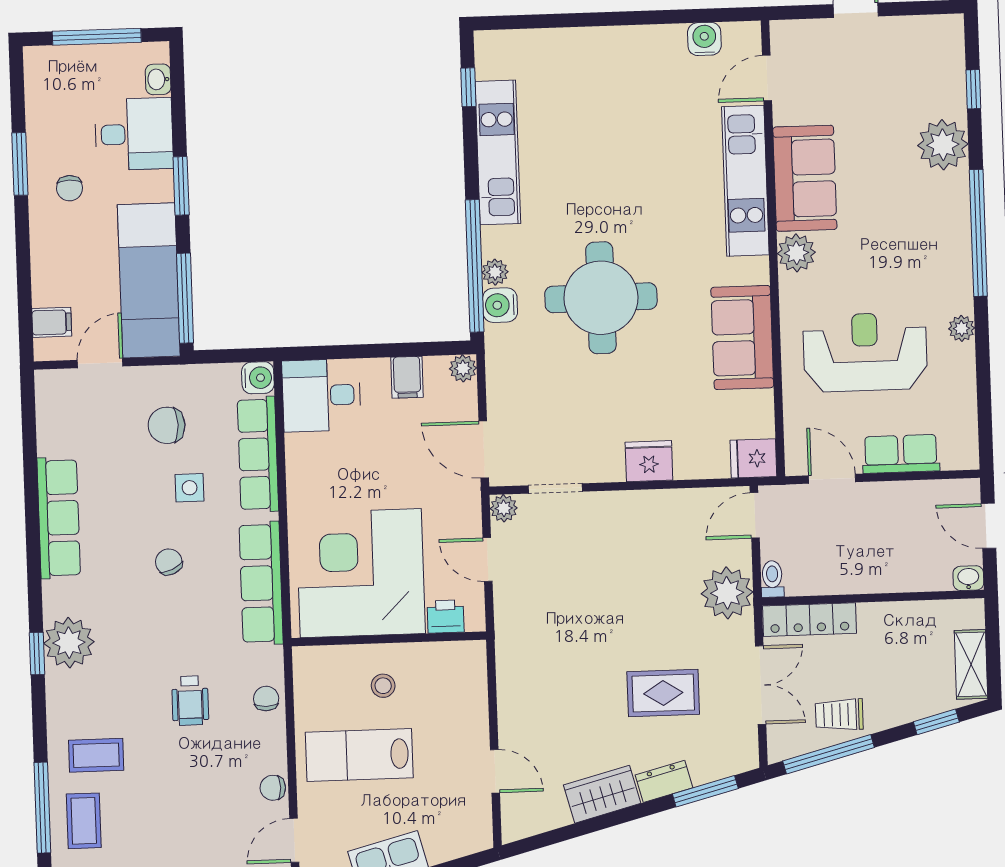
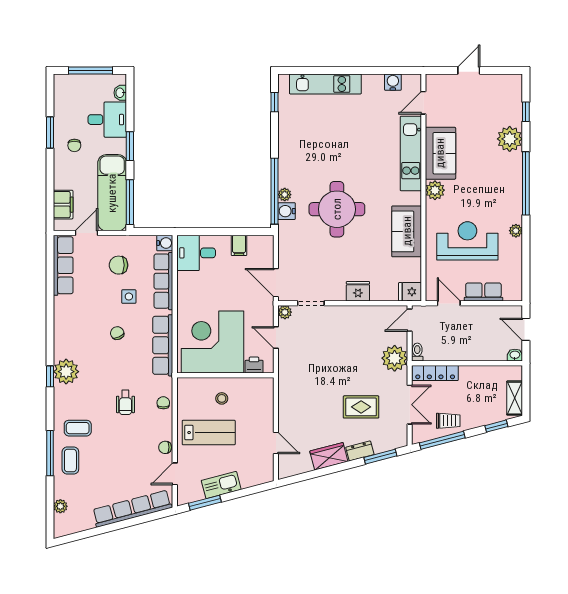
kitchen unit: (498, 152) -> (325, 84), moved, turned 90
filing cabinet: (52, 322) -> (63, 205), width x2.00
plant: (463, 368) -> (267, 242), removed
row of seats: (59, 518) -> (63, 265), moved
trolley: (839, 715) -> (448, 421), turned 180
lab bench: (359, 755) -> (209, 433), turned 180

